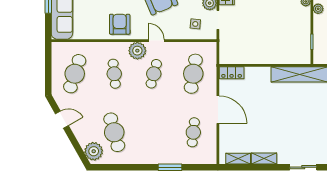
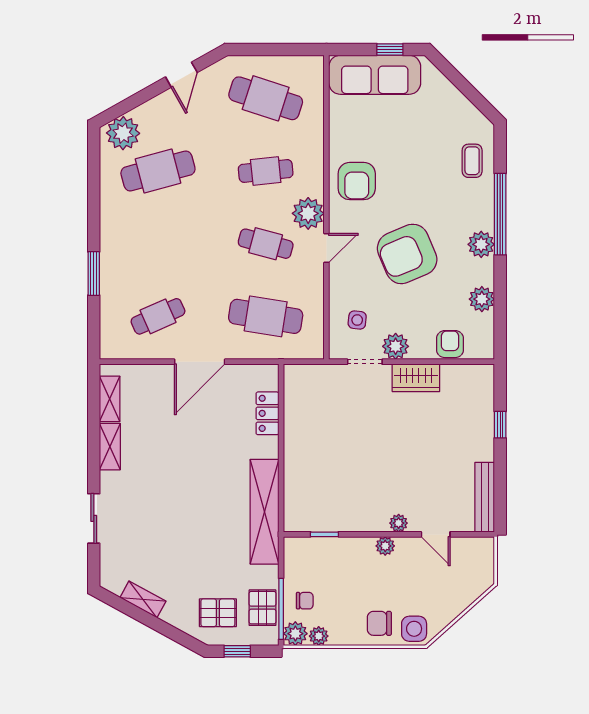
armchair: (120, 24) -> (357, 181), turned 90
locker: (232, 73) -> (267, 413), moved
cafe table: (193, 132) -> (158, 316), turned -30

